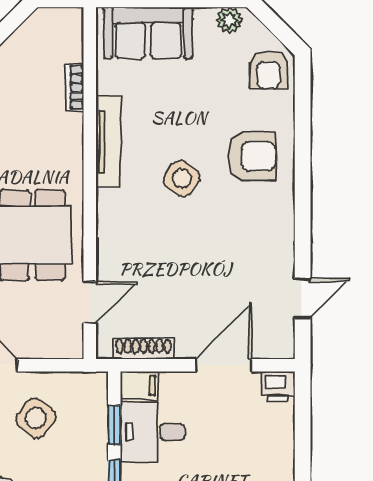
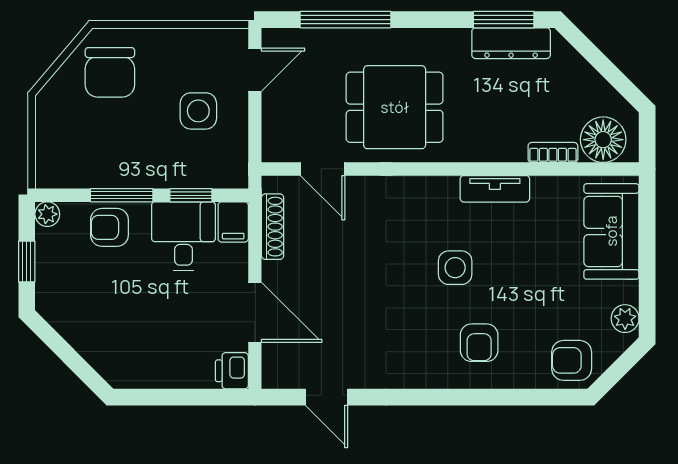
floor lamp: (63, 41) -> (603, 140), added
tv unit: (108, 141) -> (495, 189), width x0.71
armchair: (252, 156) -> (479, 343), width x0.72, depth x0.72
side table: (182, 179) -> (455, 268), turned -36
side table: (36, 418) -> (198, 111), turned -37

